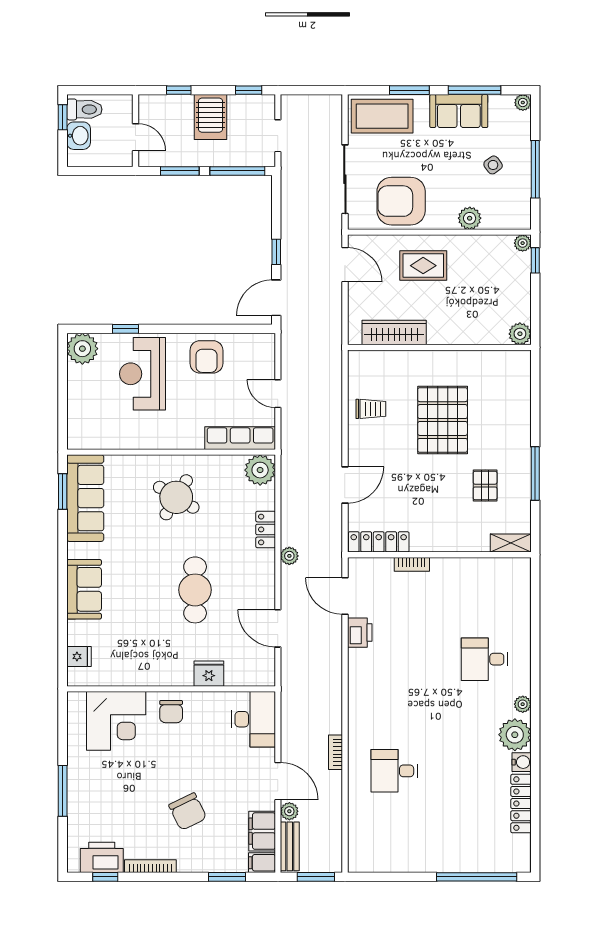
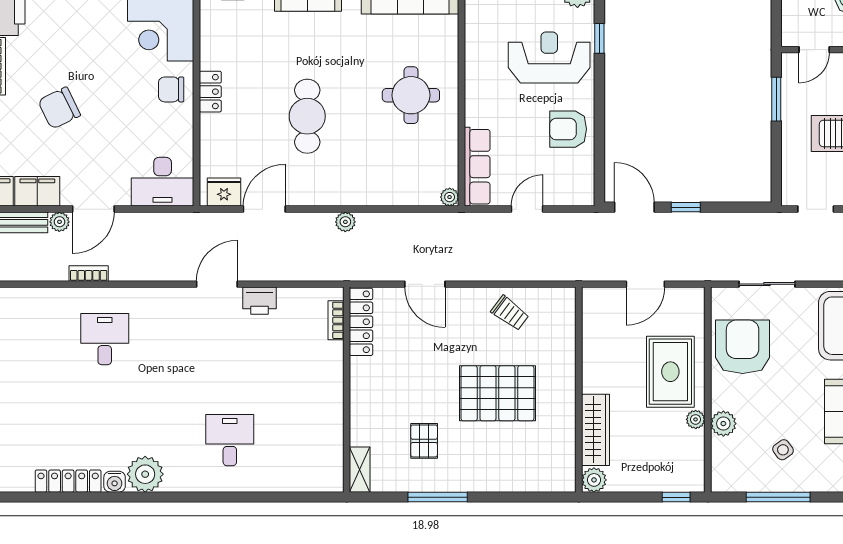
window: (237, 171) -> (776, 164), removed
sliding door: (345, 179) -> (767, 284), width x0.73
plant: (523, 243) -> (696, 419), moved
door: (345, 265) -> (645, 284), moved
rug: (423, 266) -> (670, 372), width x1.36, depth x1.43
wardrobe: (394, 332) -> (595, 430), moved
trolley: (371, 409) -> (510, 313), turned -53
plant: (260, 470) -> (450, 197), width x0.53, depth x0.53
pallet: (485, 486) -> (424, 441), turned 90
round table: (176, 497) -> (411, 95), turned -31
locker: (266, 529) -> (210, 92), moved, turned 90
bookcase: (412, 564) -> (336, 320), moved
cafe table: (195, 590) -> (307, 116), turned 90
door: (345, 596) -> (217, 284), moved
fridge: (209, 674) -> (224, 192), moved, turned -90
plant: (523, 704) -> (179, 483), removed
bookcase: (336, 752) -> (89, 273), moved

